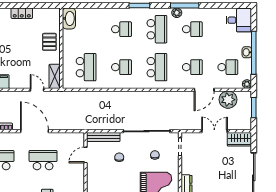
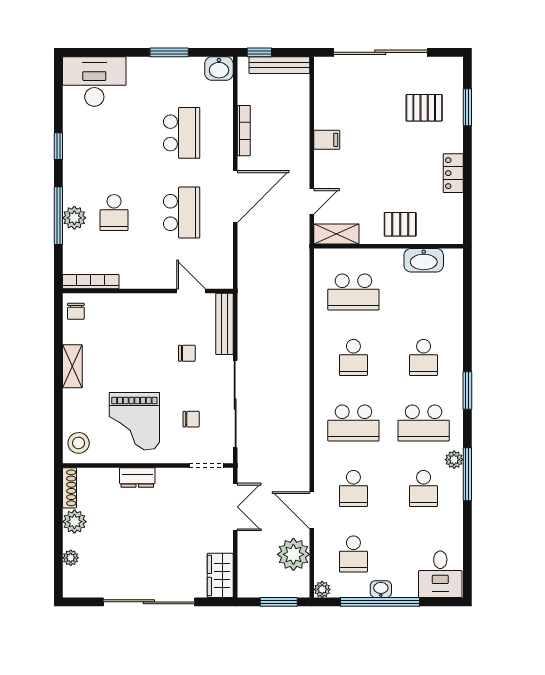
washbasin: (69, 18) -> (424, 260), moved
double door: (214, 131) -> (235, 507), moved

